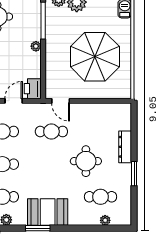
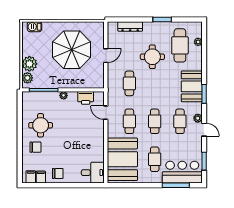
printer: (33, 89) -> (86, 98), moved
door: (61, 101) -> (106, 56), moved
dresser: (125, 147) -> (130, 26), moved
cafe table: (100, 197) -> (180, 45), width x1.37, depth x1.35

